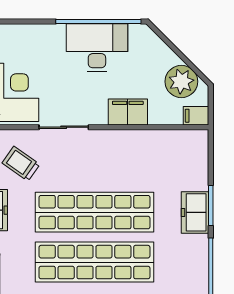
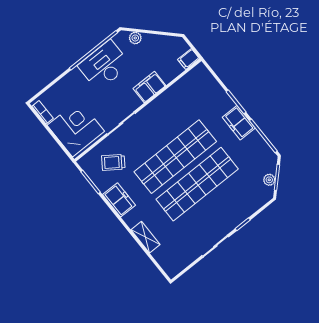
plant: (181, 82) -> (135, 38), moved, width x0.53, depth x0.53
freezer: (195, 212) -> (239, 123), moved

